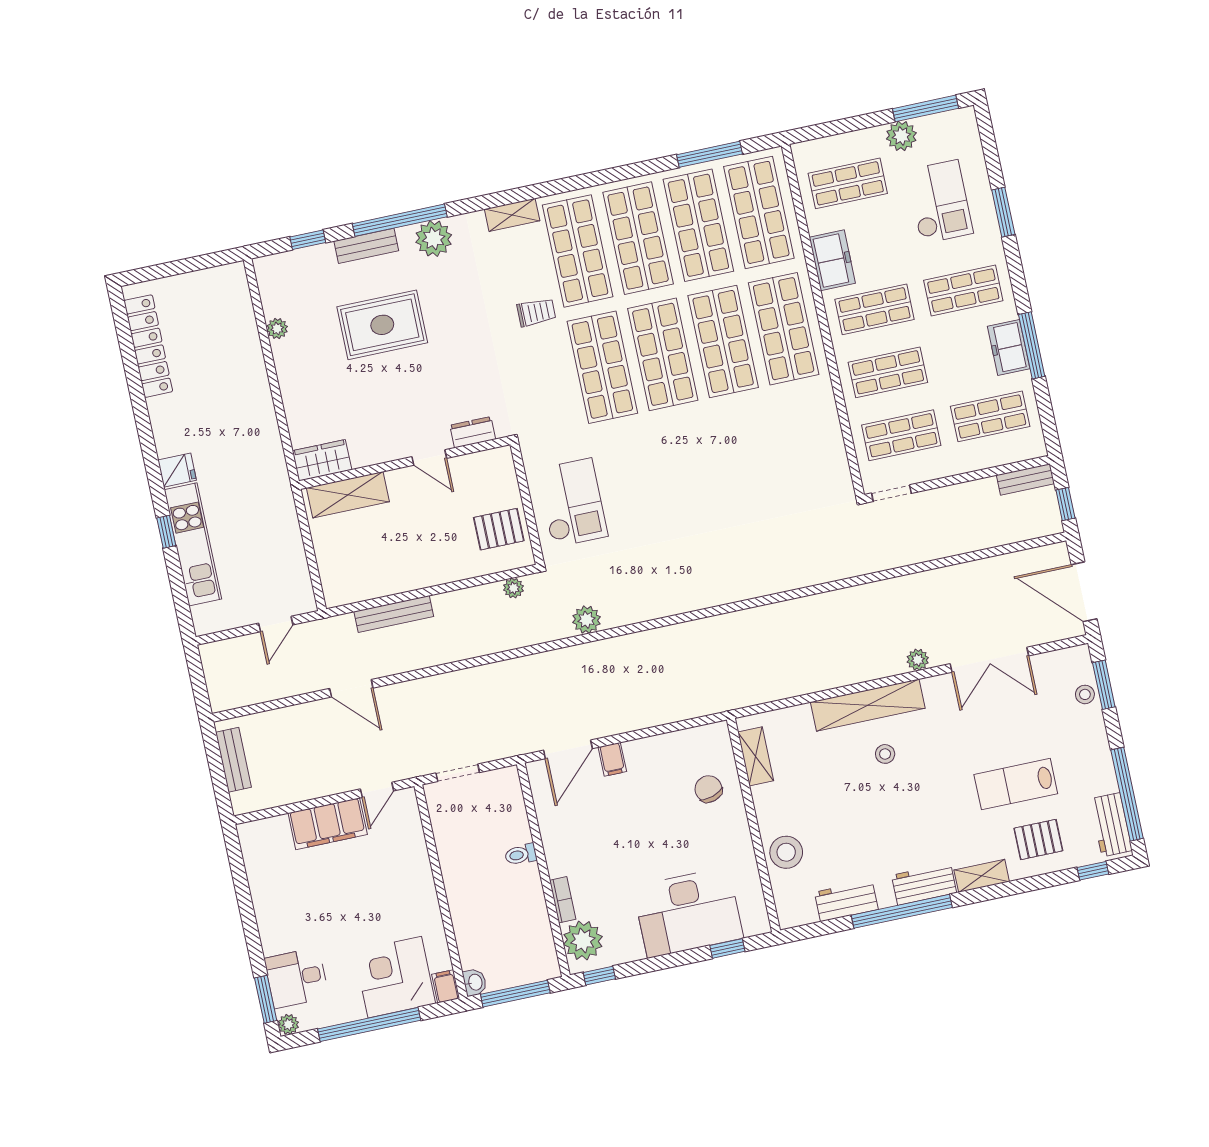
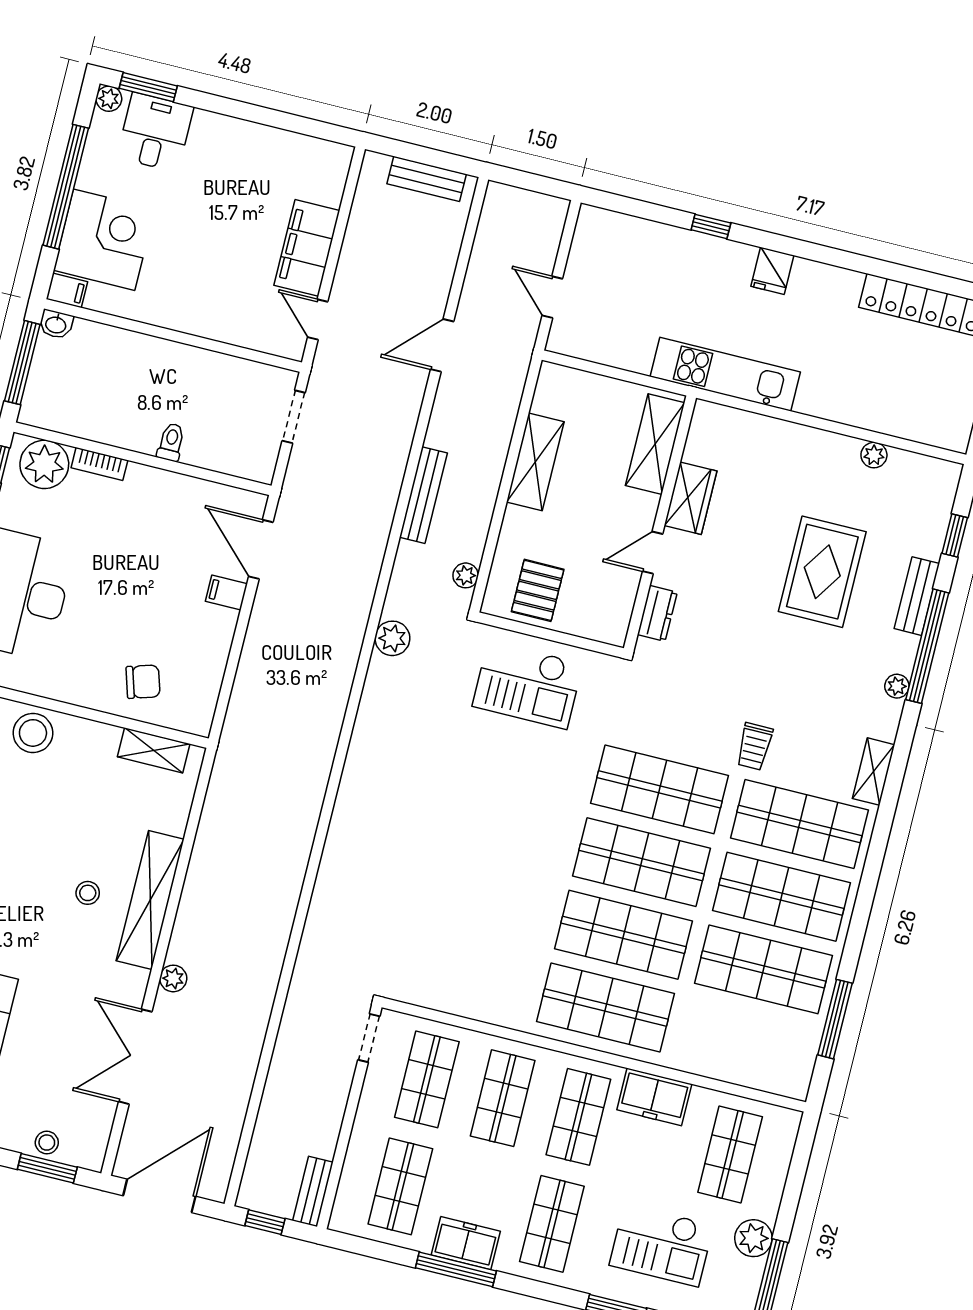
shop shelf: (759, 212) -> (745, 1042), removed
plant: (434, 239) -> (897, 686), width x0.53, depth x0.53
wardrobe: (322, 460) -> (691, 498), moved
kitchen unit: (193, 544) -> (725, 374), moved, turned 180
shelving: (404, 577) -> (535, 462), added
bench: (394, 614) -> (423, 495), moved

